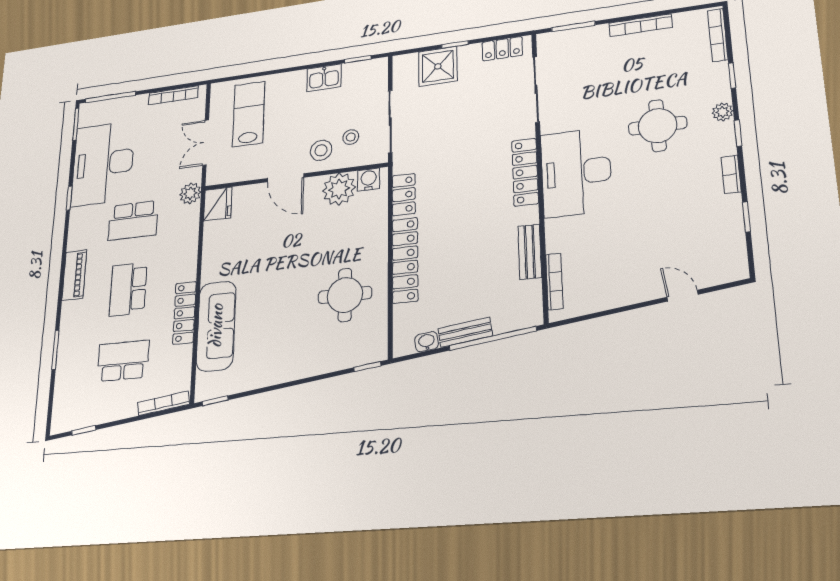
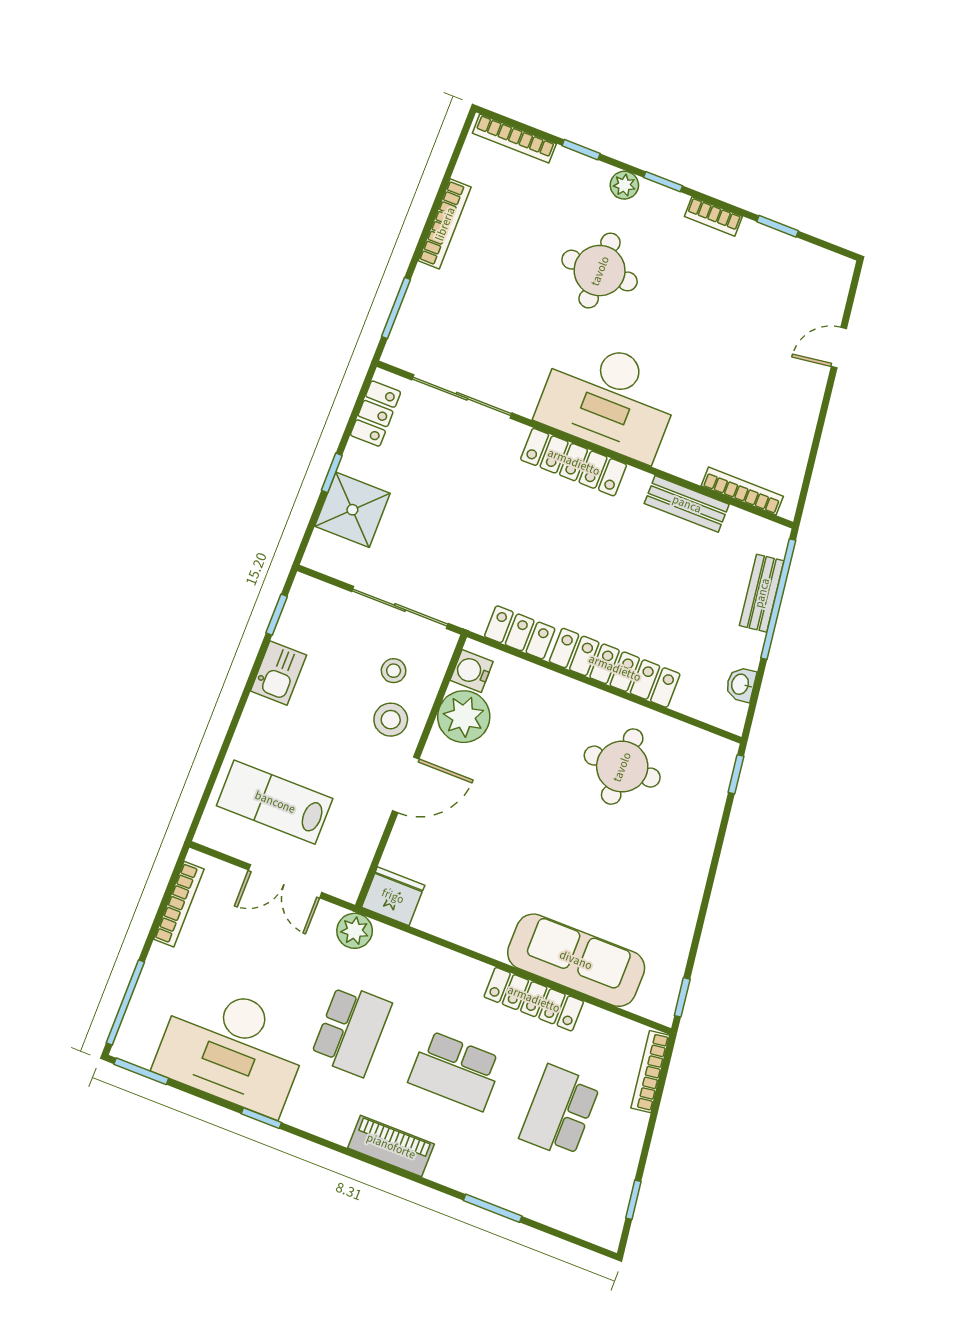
bench: (465, 332) -> (762, 593), moved

